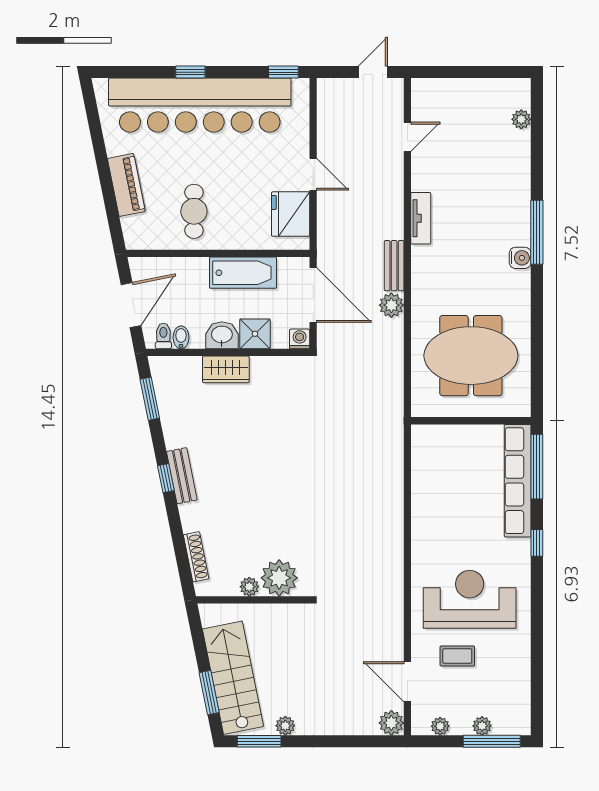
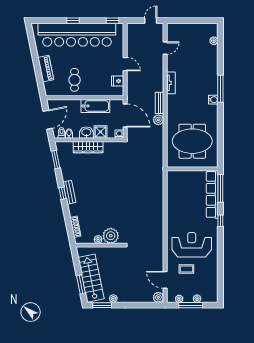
fridge: (291, 214) -> (118, 81), width x0.53, depth x0.75
wardrobe: (226, 369) -> (88, 147), width x1.50
window: (492, 741) -> (191, 305), moved

